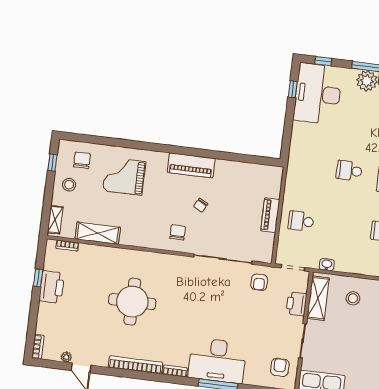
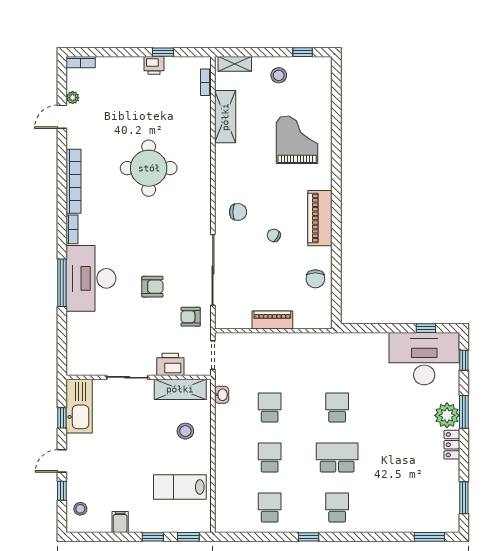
chair: (82, 160) -> (315, 279), moved, turned 90
school desk: (301, 221) -> (270, 408), moved
printer: (52, 287) -> (154, 65), width x0.53, depth x0.68
armchair: (280, 367) -> (152, 287), moved

